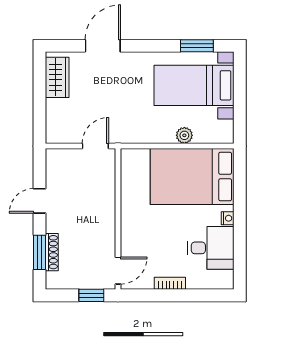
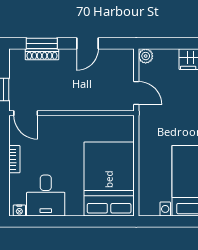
plant: (184, 135) -> (146, 56), moved
door: (39, 201) -> (87, 43), swing flipped
nightstand: (228, 218) -> (19, 210), moved

